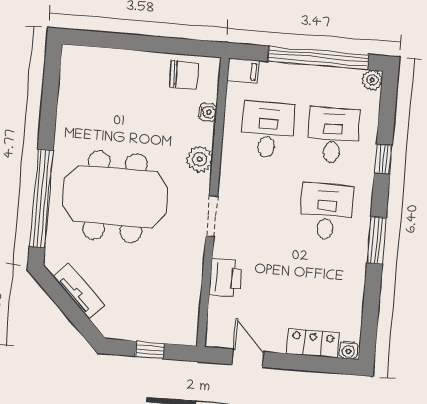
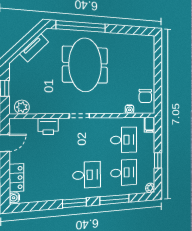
window: (318, 58) -> (158, 160), width x0.32
plant: (200, 159) -> (22, 107), moved
window: (383, 159) -> (115, 199), width x2.17

